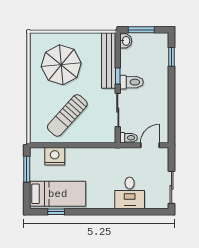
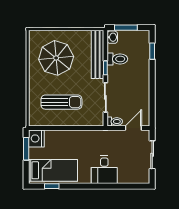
toilet: (132, 82) -> (117, 59), moved
sun lounger: (67, 115) -> (61, 102), turned -132
nightstand: (55, 156) -> (36, 138), moved, turned -90
sliding door: (172, 187) -> (152, 155), moved
desk: (130, 193) -> (104, 170), moved

